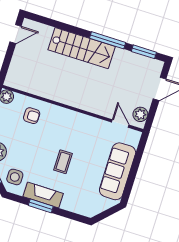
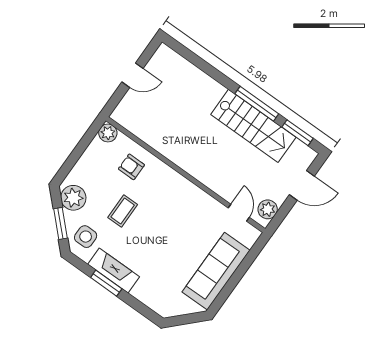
door: (16, 34) -> (133, 75), moved
stairs: (82, 48) -> (253, 126), moved
armchair: (32, 116) -> (131, 167), turned 180
coffee table: (63, 162) -> (123, 211), moved

